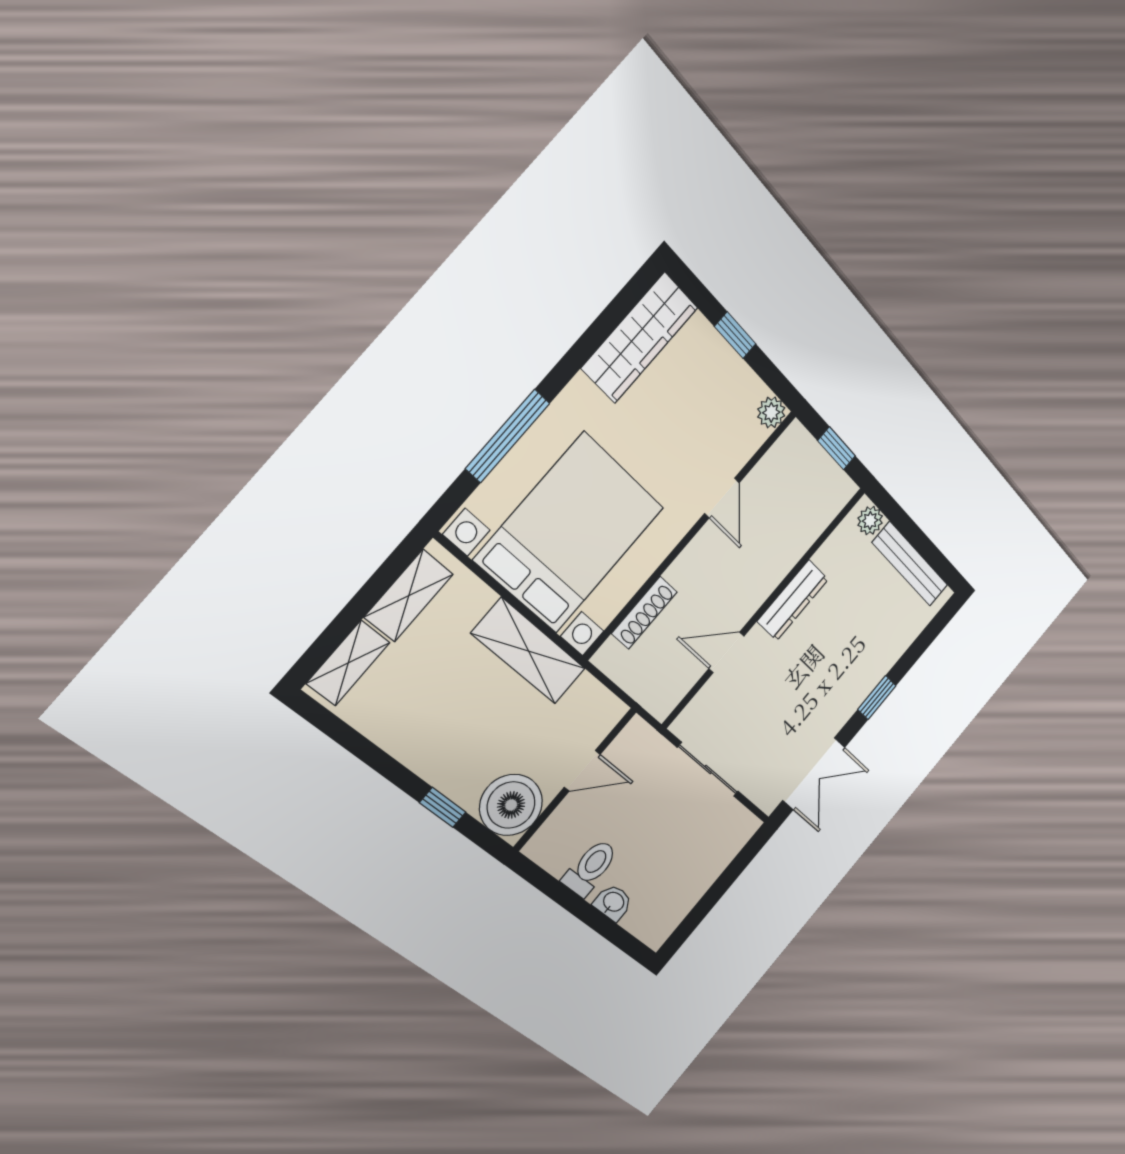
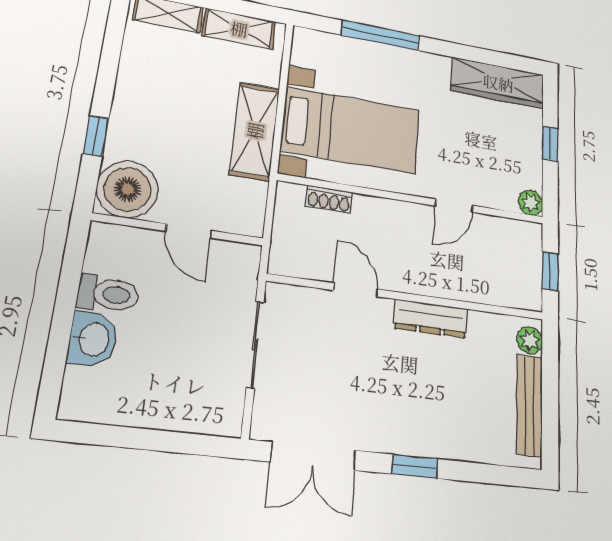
bed with nightstands: (570, 533) -> (351, 130), width x0.73
shoe rack: (644, 613) -> (329, 199), width x0.70
washbasin: (613, 902) -> (93, 339), width x1.38, depth x1.45

